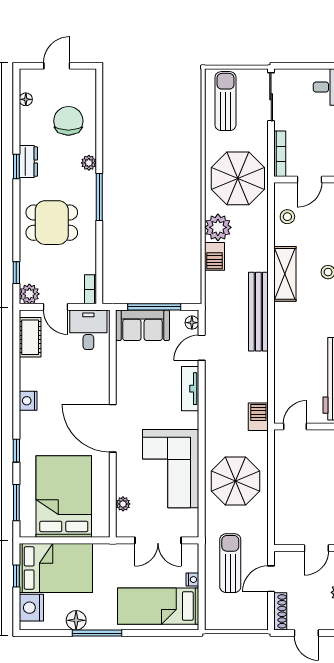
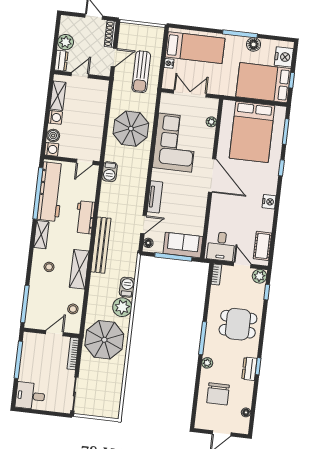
sun lounger: (225, 101) -> (107, 395), removed
workbench: (286, 348) -> (85, 217), added

